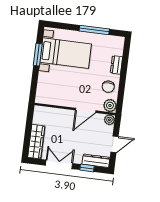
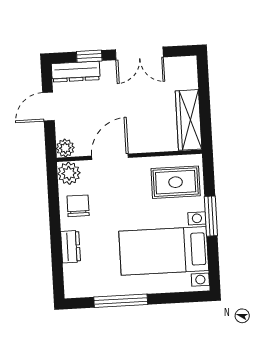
window: (38, 55) -> (211, 216), moved
rug: (52, 90) -> (176, 182), added
wardrobe: (36, 142) -> (189, 120), moved

